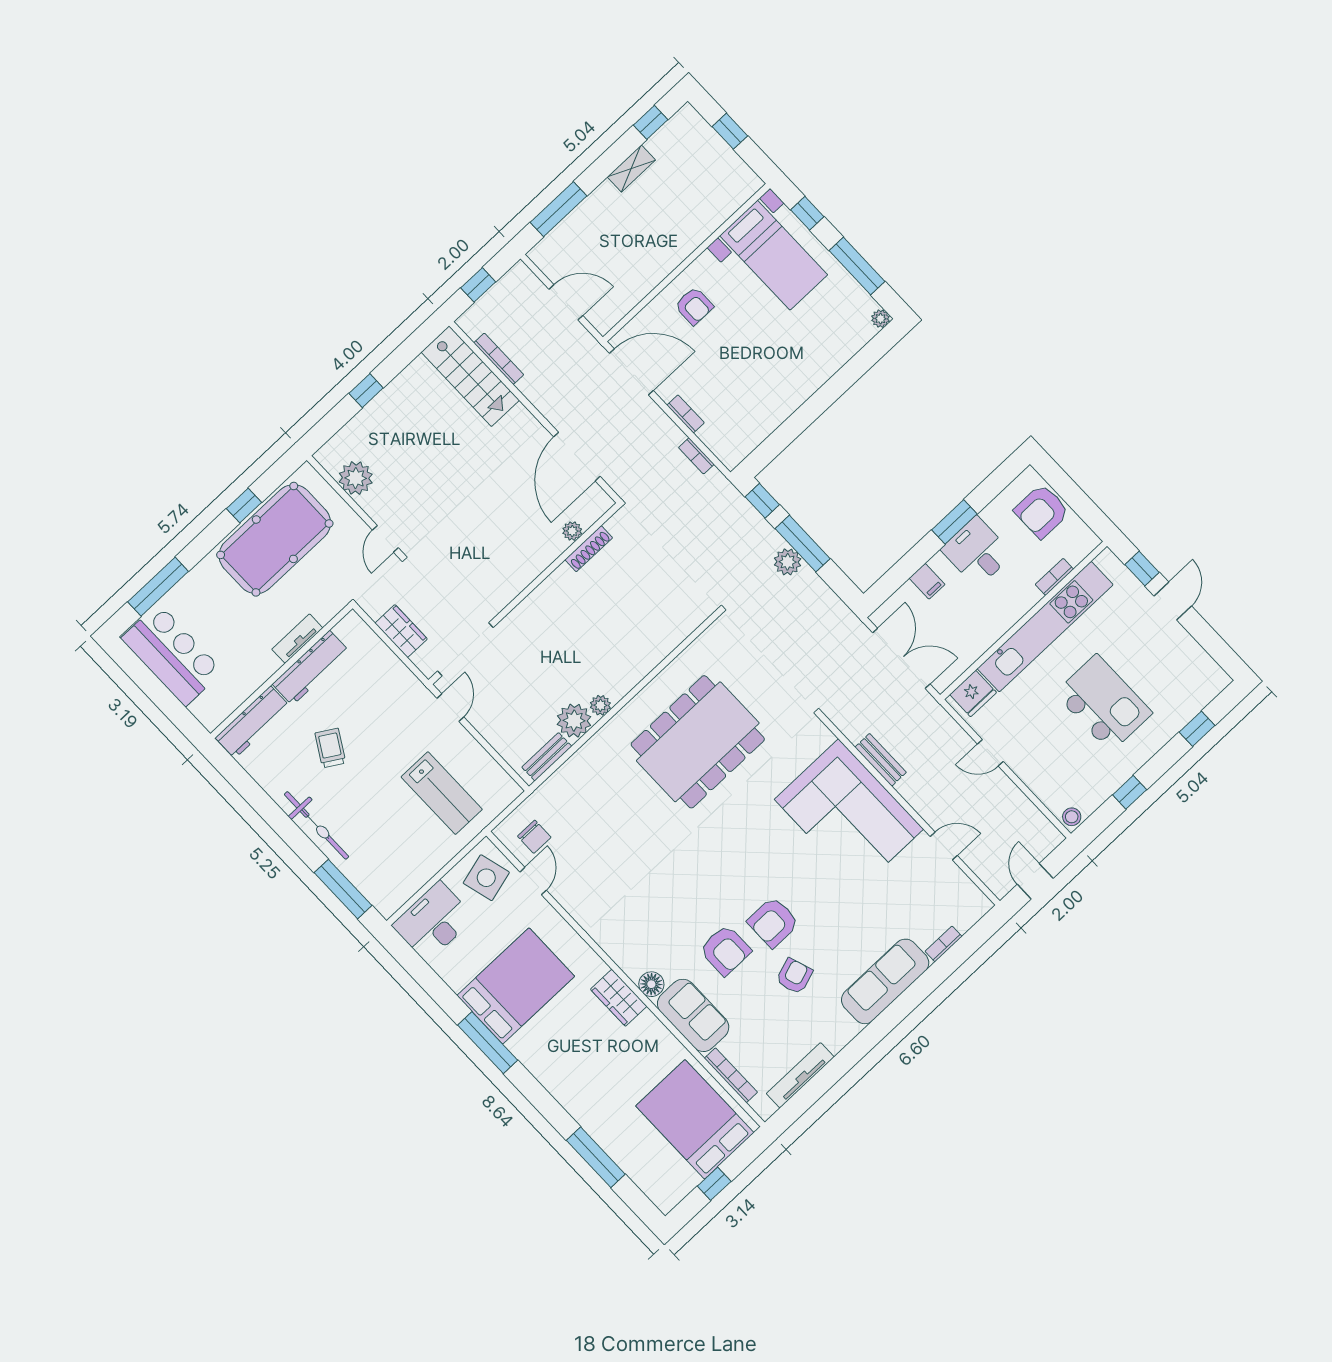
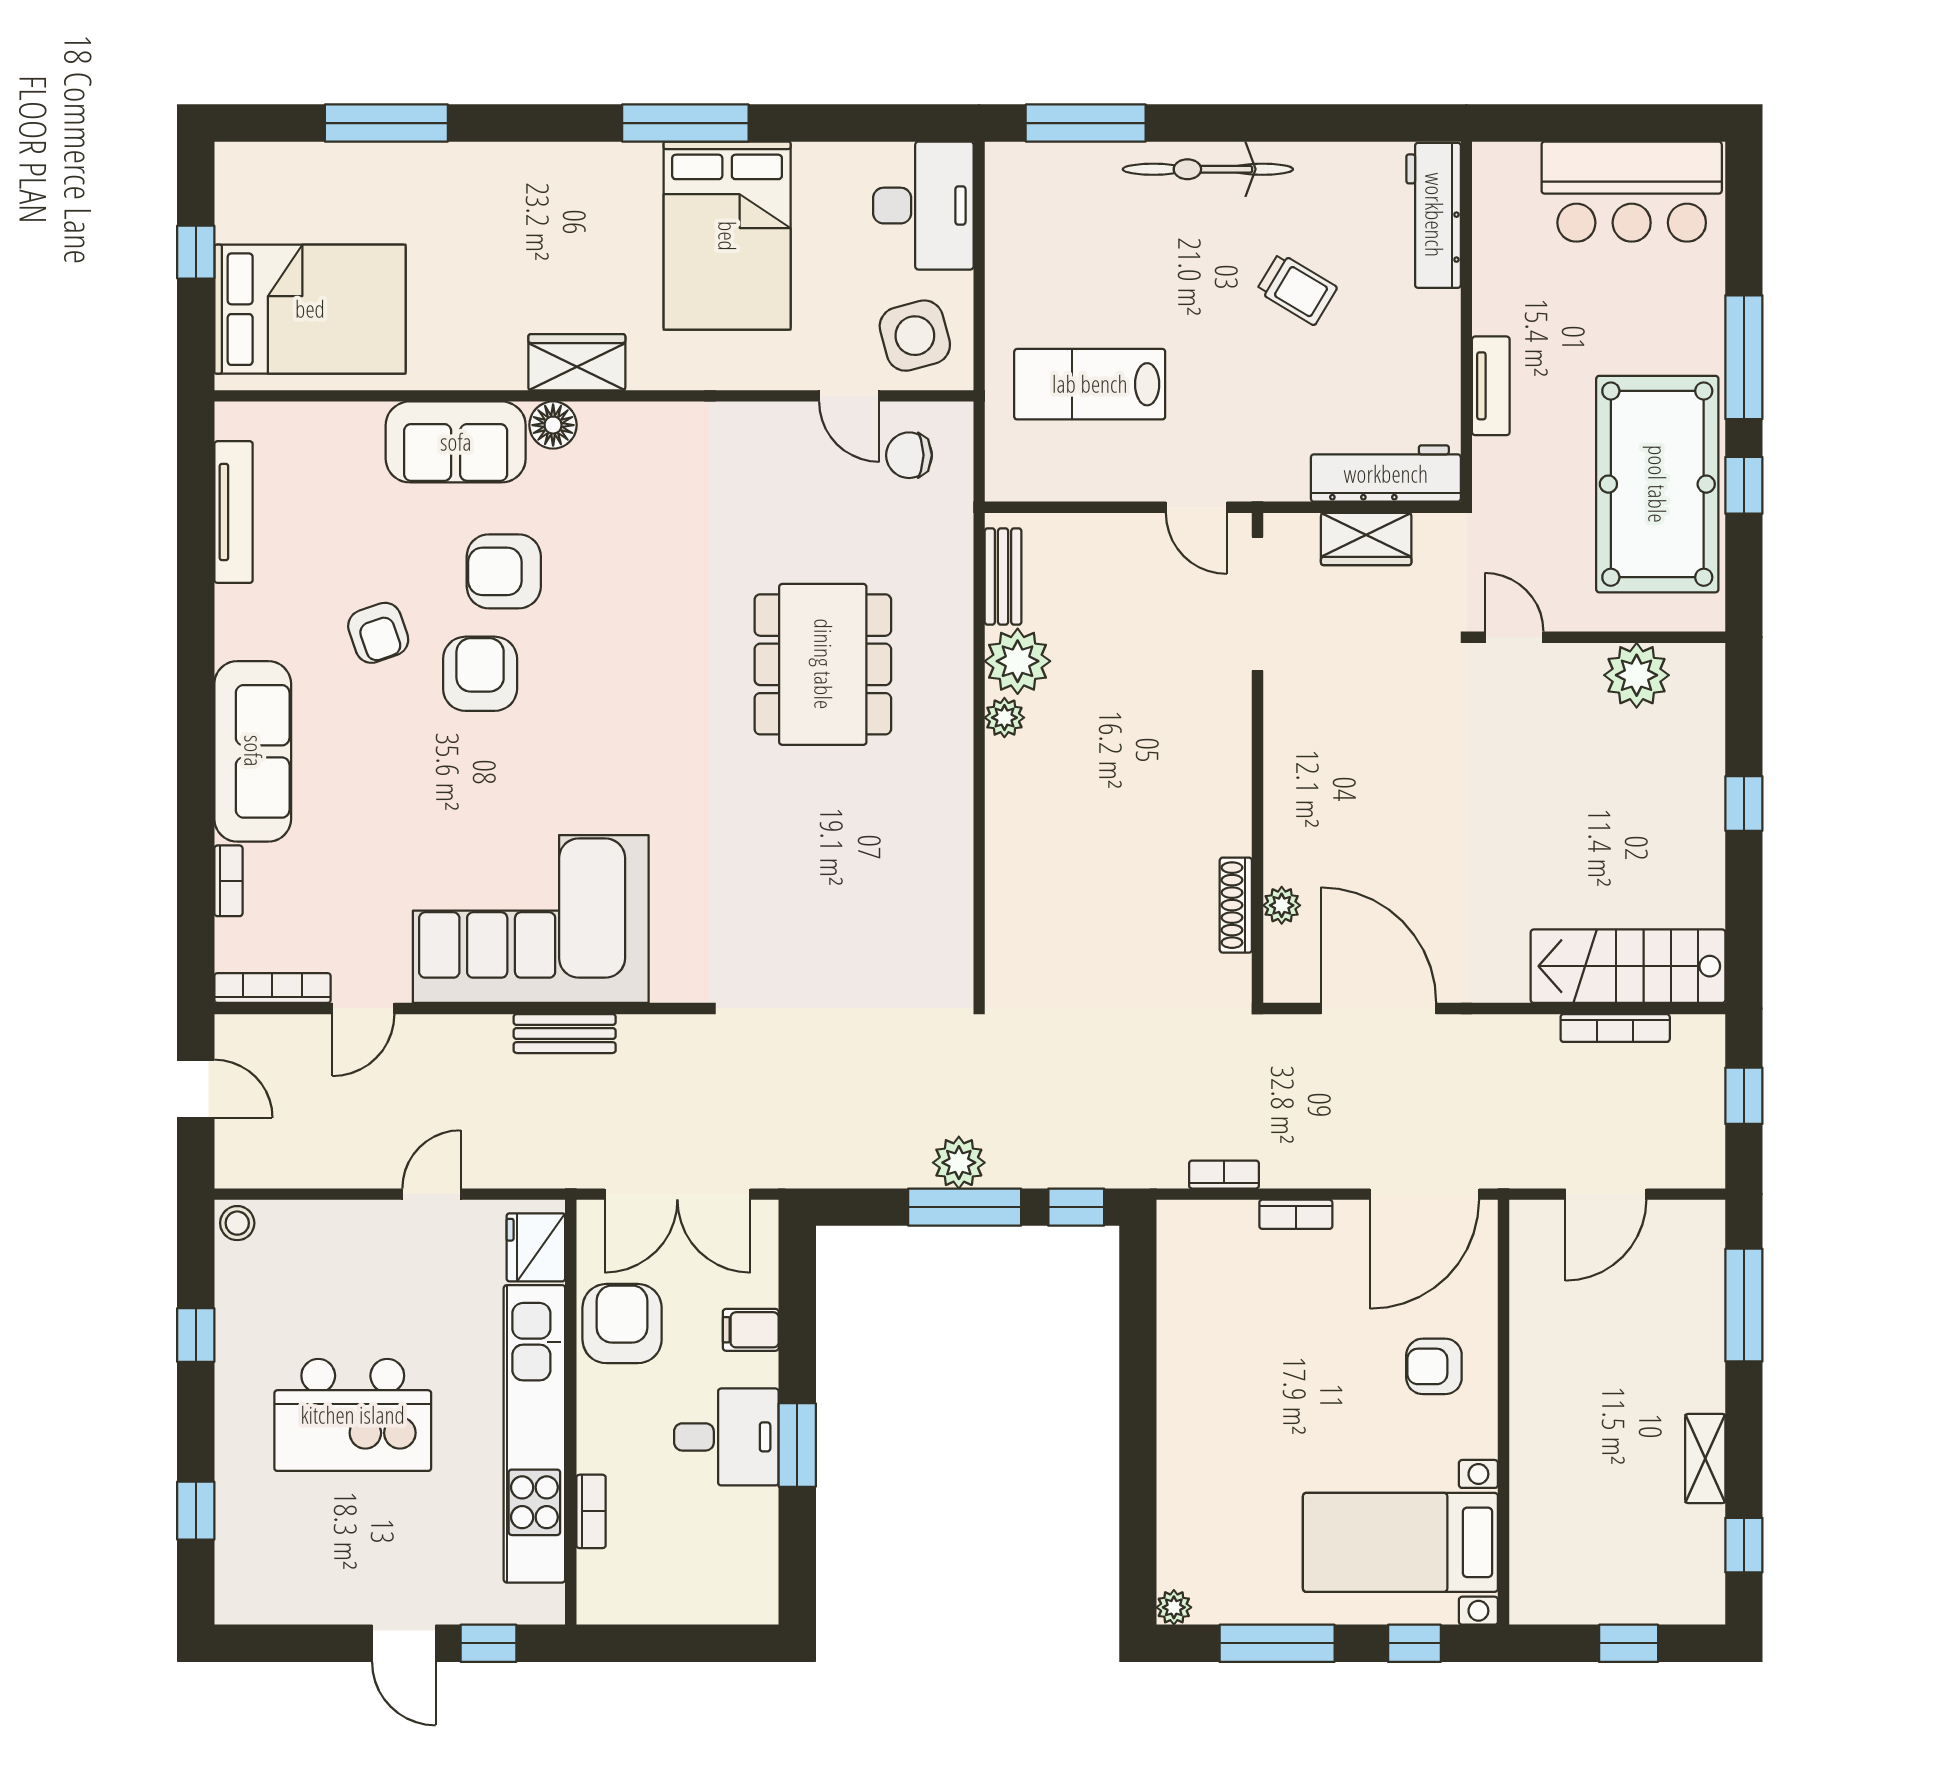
armchair: (1042, 511) -> (622, 1324), moved
window: (158, 587) -> (1744, 357), moved
workbench: (311, 668) -> (1386, 474), moved, turned 90
dining table: (698, 742) -> (823, 664), moved, width x0.73, depth x0.80
bookcase: (731, 1075) -> (272, 988), moved, turned 180

